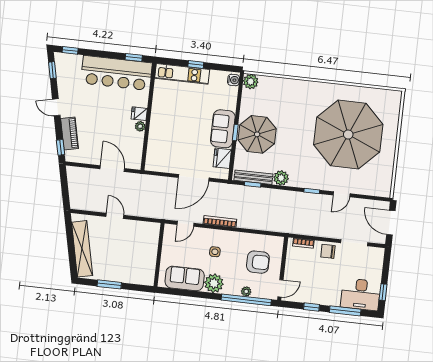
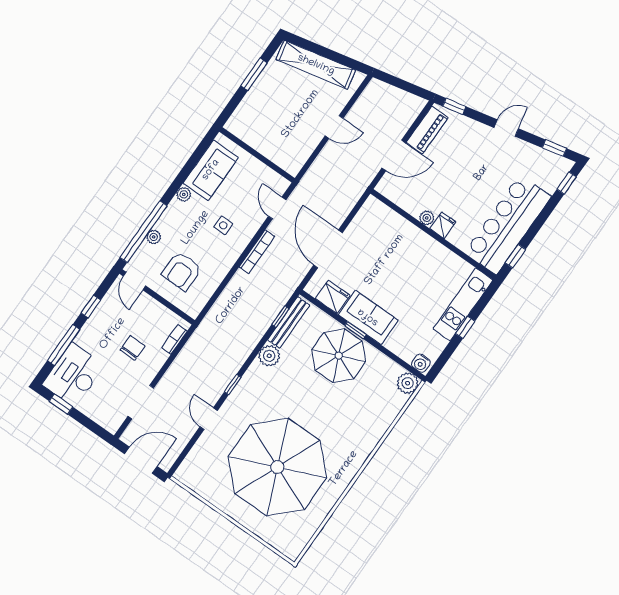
piano: (70, 133) -> (427, 130), moved, turned -78
chair: (328, 251) -> (133, 348), moved
plant: (214, 283) -> (184, 194), width x0.53, depth x0.53

